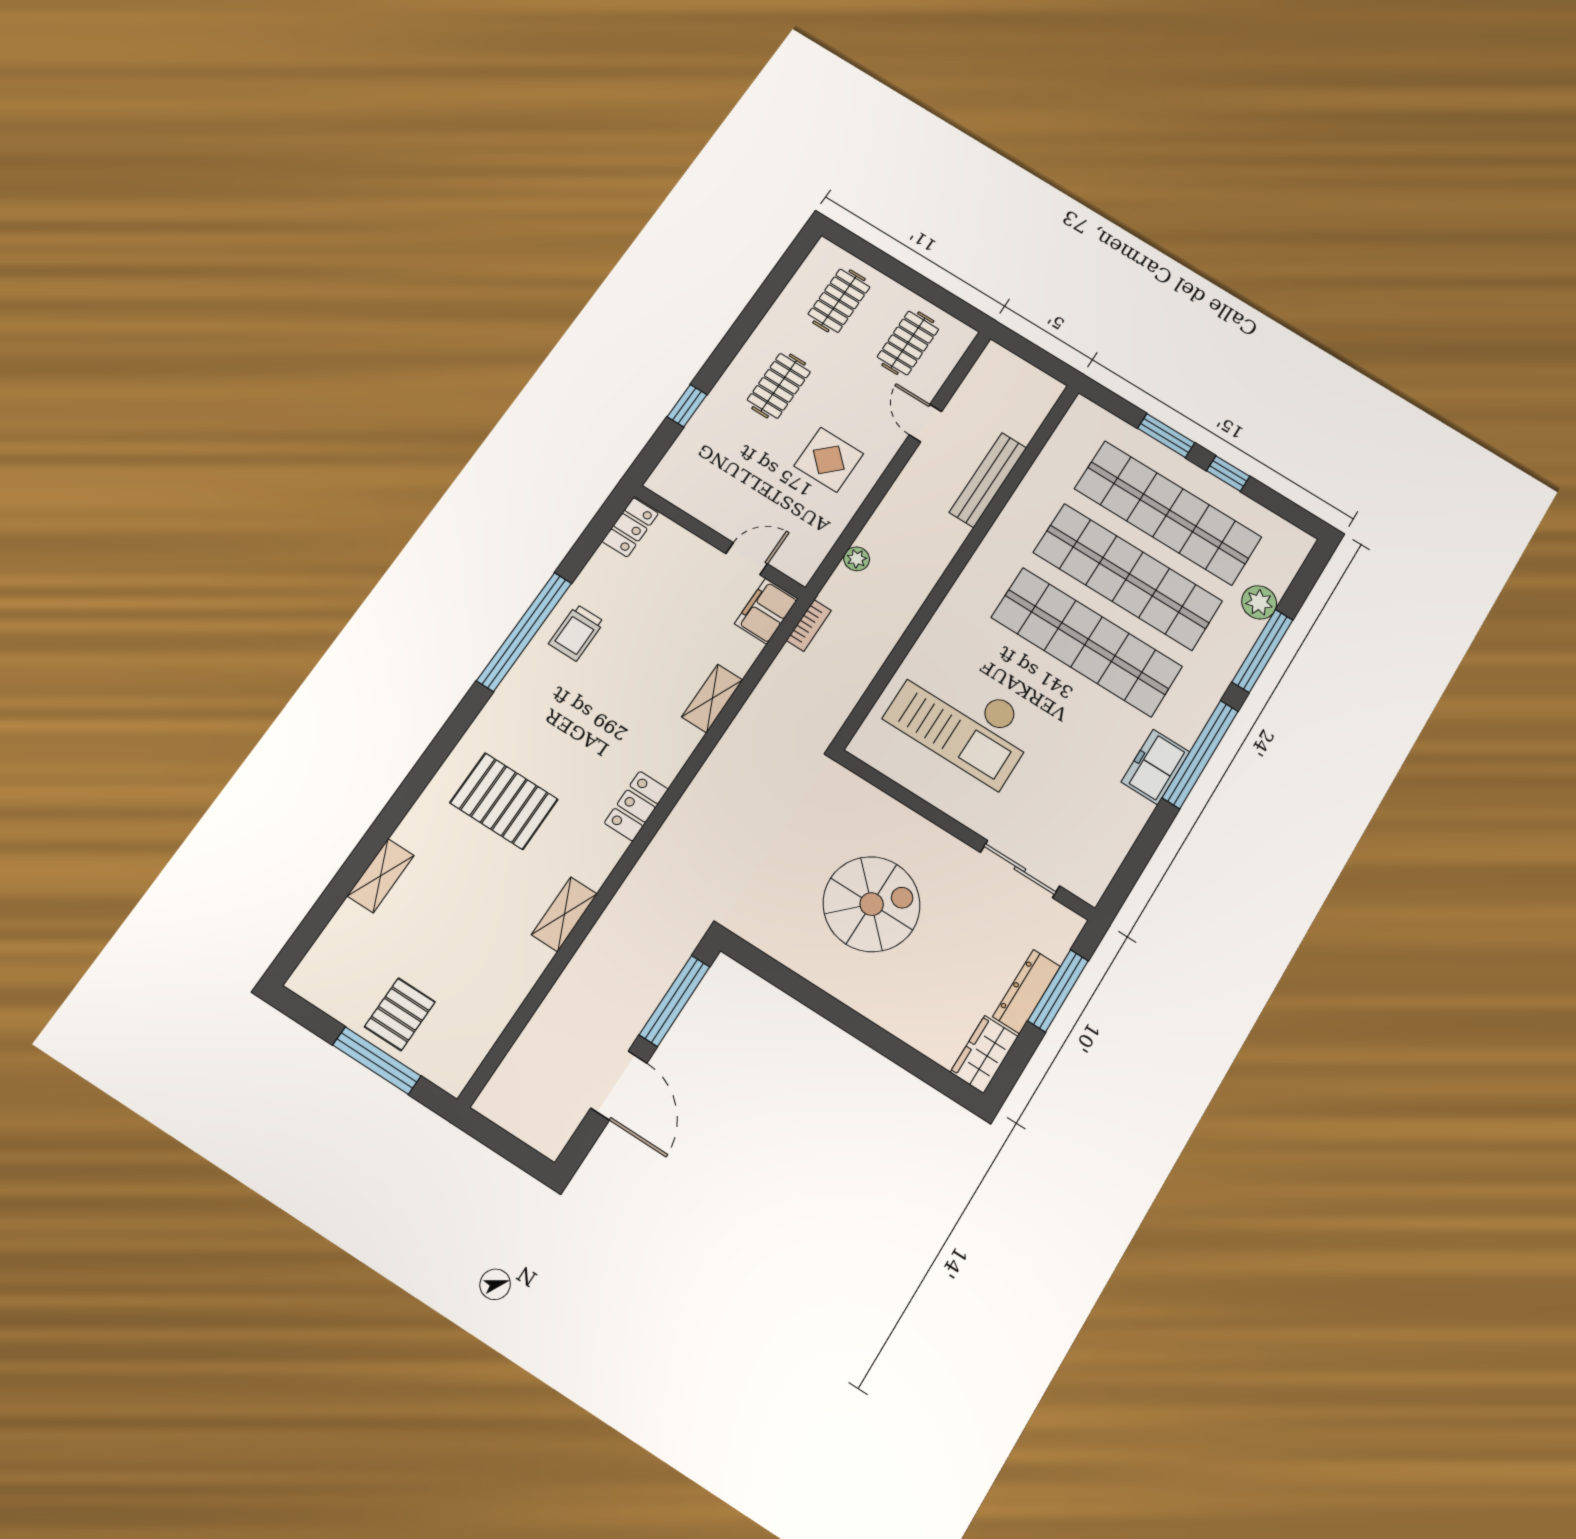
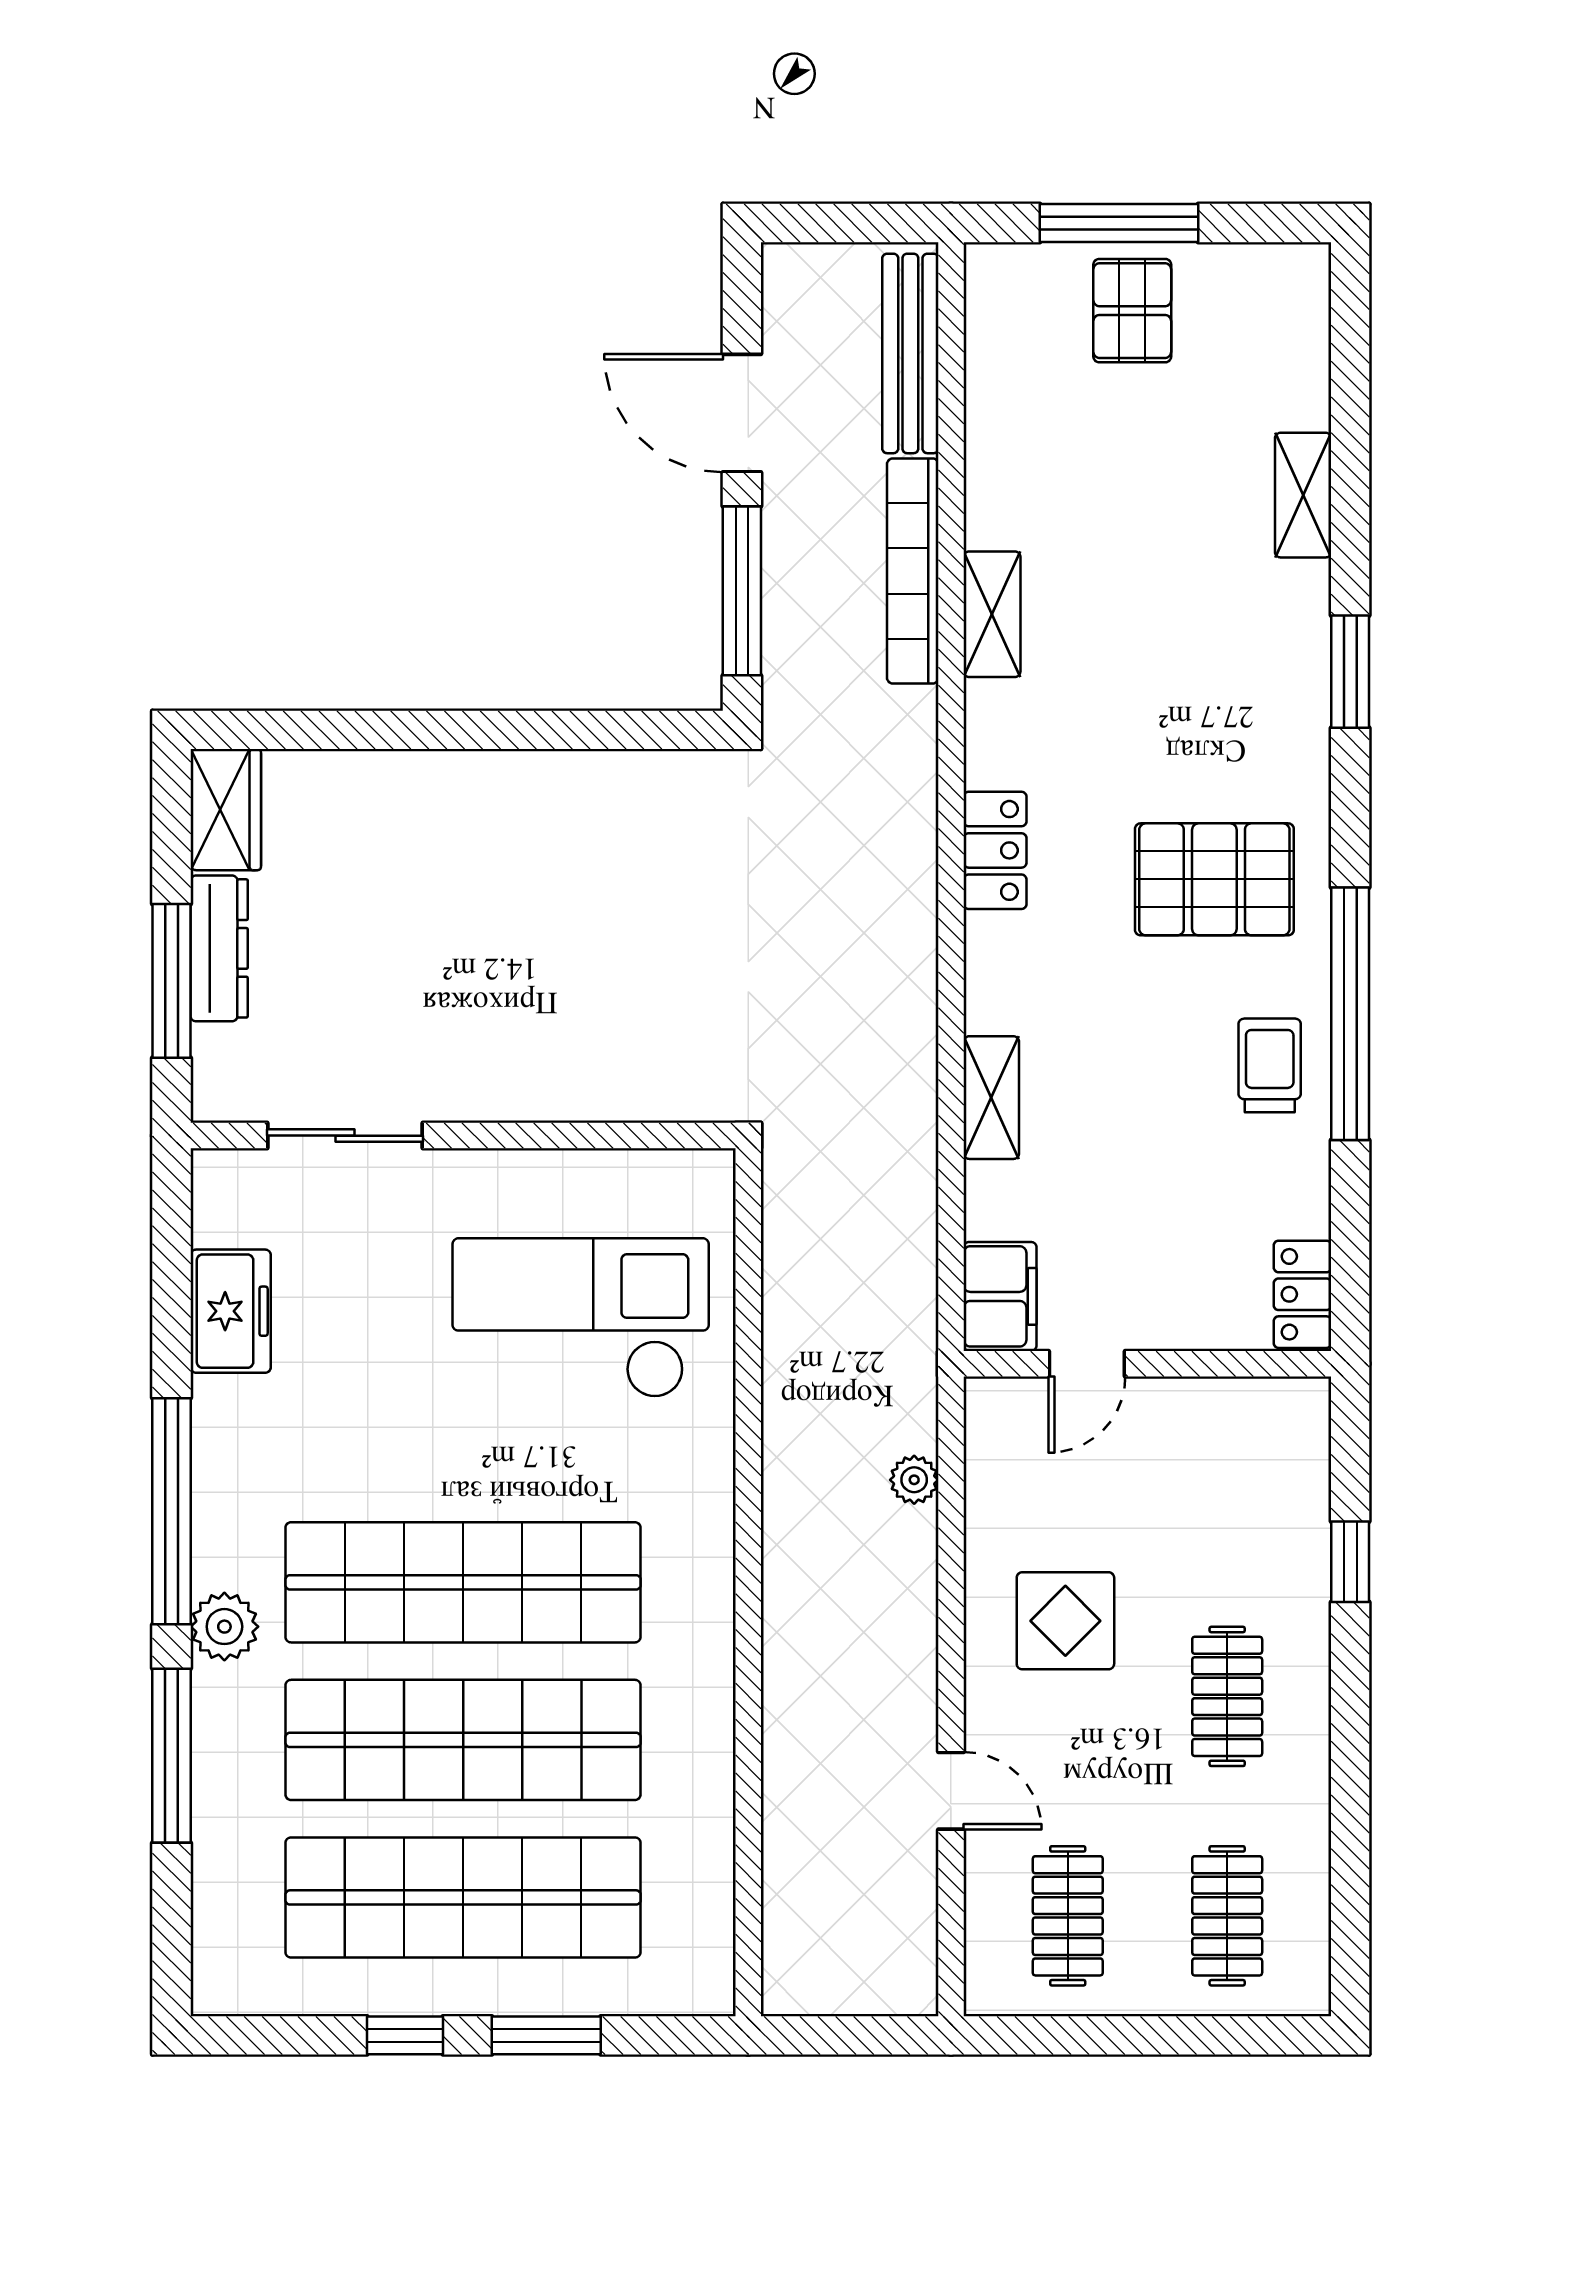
bench: (988, 480) -> (910, 353), moved
plant: (1259, 602) -> (224, 1627), moved
bookcase: (809, 625) -> (913, 571), moved, width x2.31, depth x1.31
freezer: (1155, 767) -> (231, 1311), moved
window: (416, 781) -> (1350, 672), added
pallet: (504, 801) -> (1214, 879), moved
spiral stairs: (872, 904) -> (539, 931), removed

